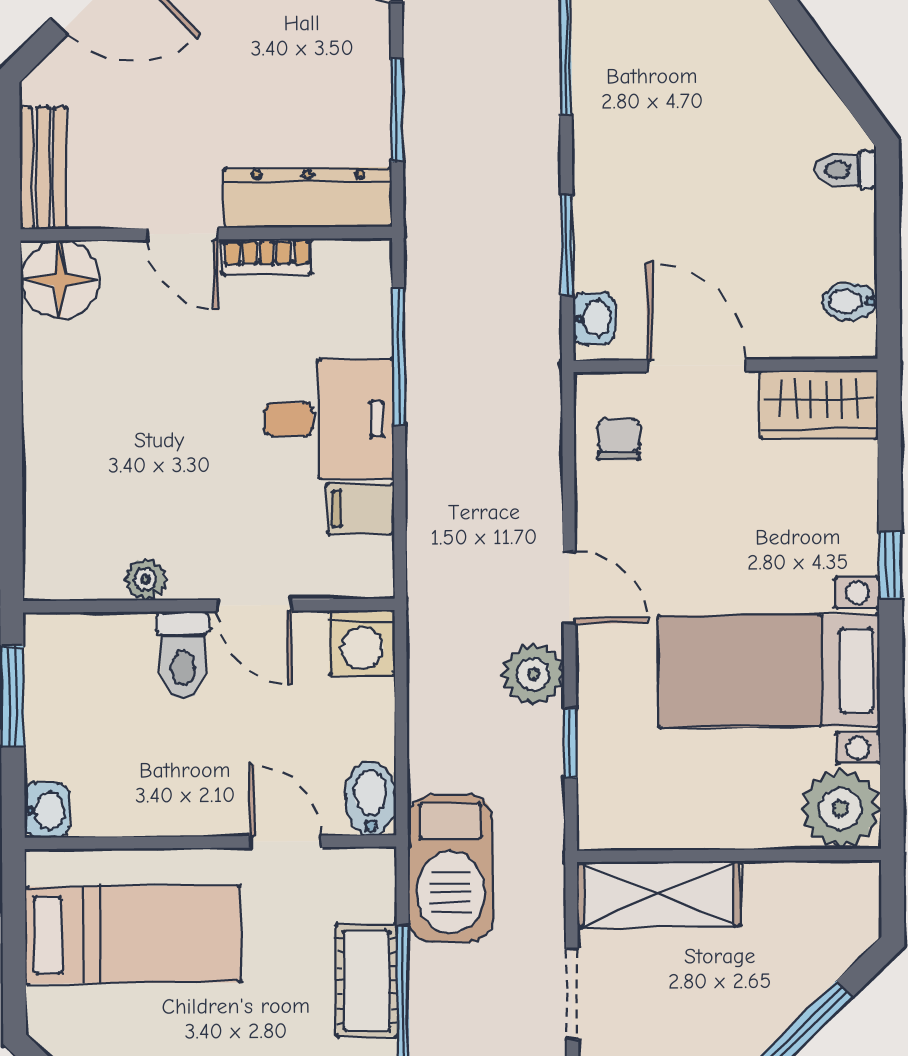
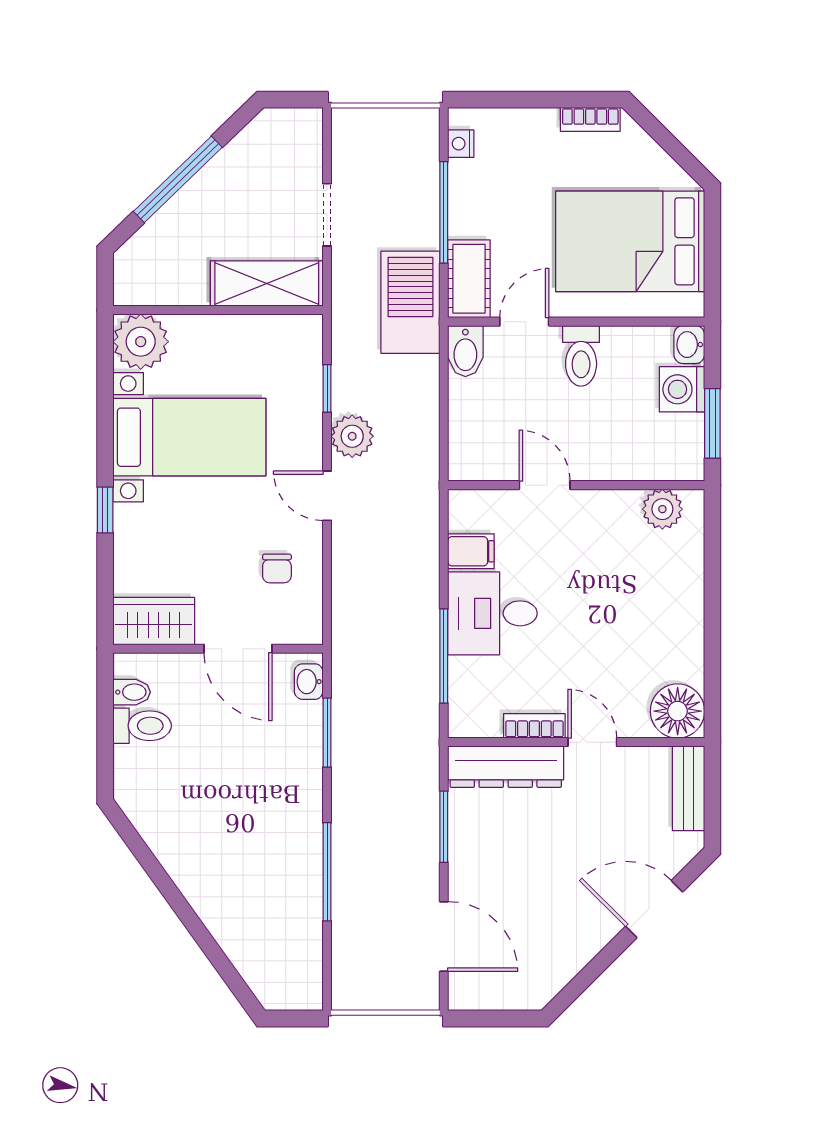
toilet: (846, 170) -> (142, 726), moved, width x1.37, depth x1.39
chair: (619, 439) -> (277, 568), moved
plant: (145, 579) -> (662, 509), moved, width x1.38, depth x1.38
washing machine: (362, 643) -> (682, 389), moved, turned -90
toilet: (183, 655) -> (581, 356), moved, turned 180
door: (286, 842) -> (524, 322), swing flipped
bed: (133, 935) -> (630, 241), width x1.50
cot: (367, 980) -> (469, 279), moved

